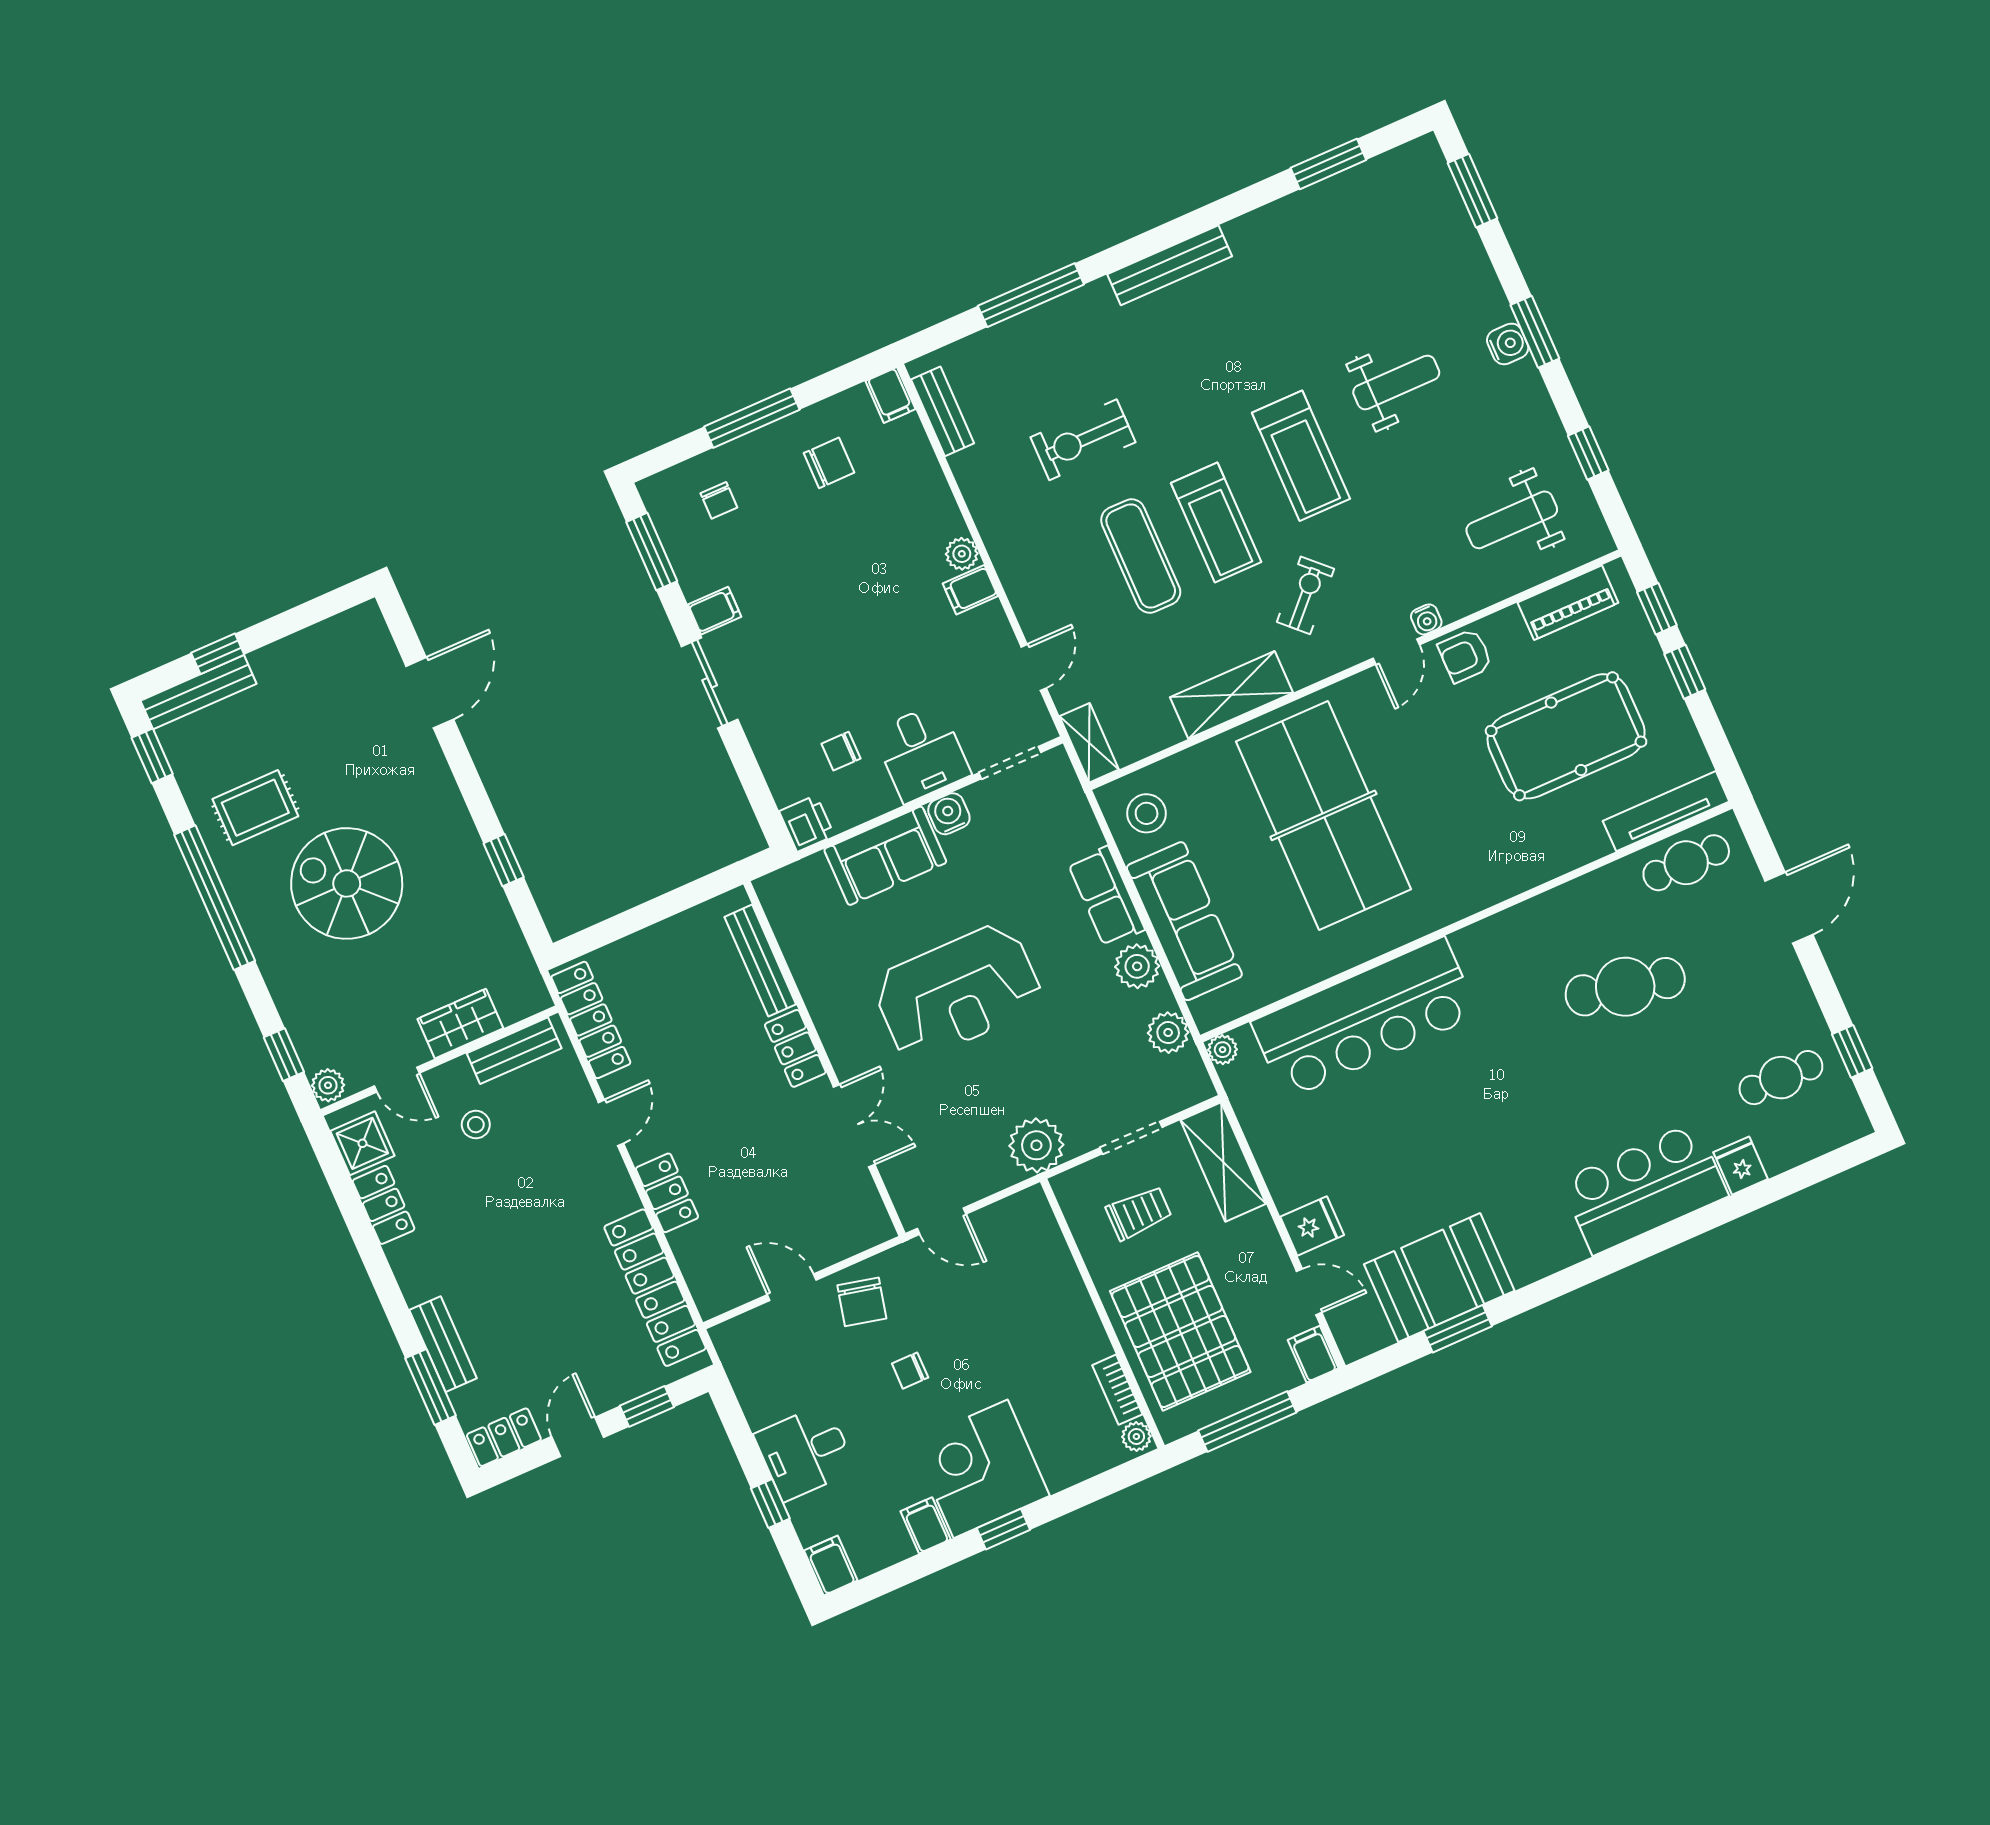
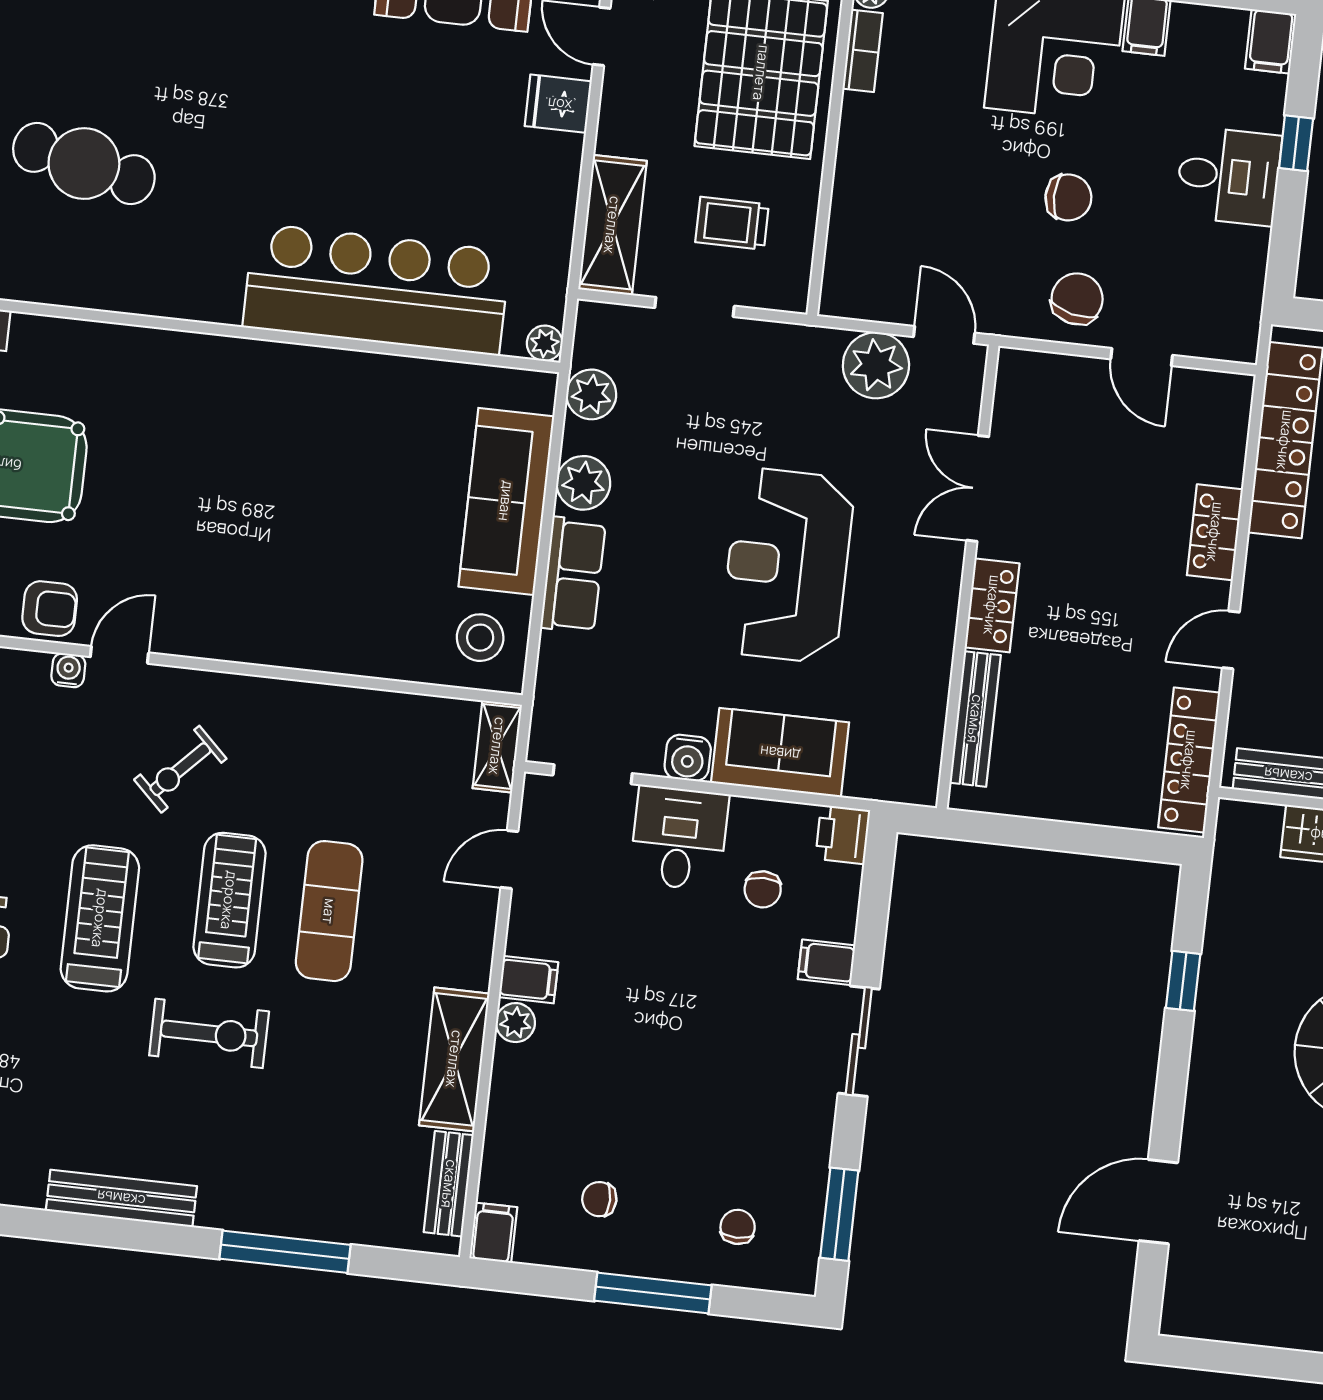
exercise bike: (1083, 440) -> (209, 1033), moved
chair: (829, 463) -> (599, 1199), width x0.73, depth x0.73
filing cabinet: (715, 611) -> (826, 962), moved
shelving: (1232, 695) -> (454, 1059), moved, turned 90
chair: (841, 751) -> (763, 889), turned 90
table tennis table: (1323, 815) -> (296, 527), removed
reception desk: (958, 992) -> (787, 565), turned -90
plant: (1036, 1145) -> (876, 365), moved
chair: (910, 1371) -> (1068, 197), width x1.37, depth x1.37

